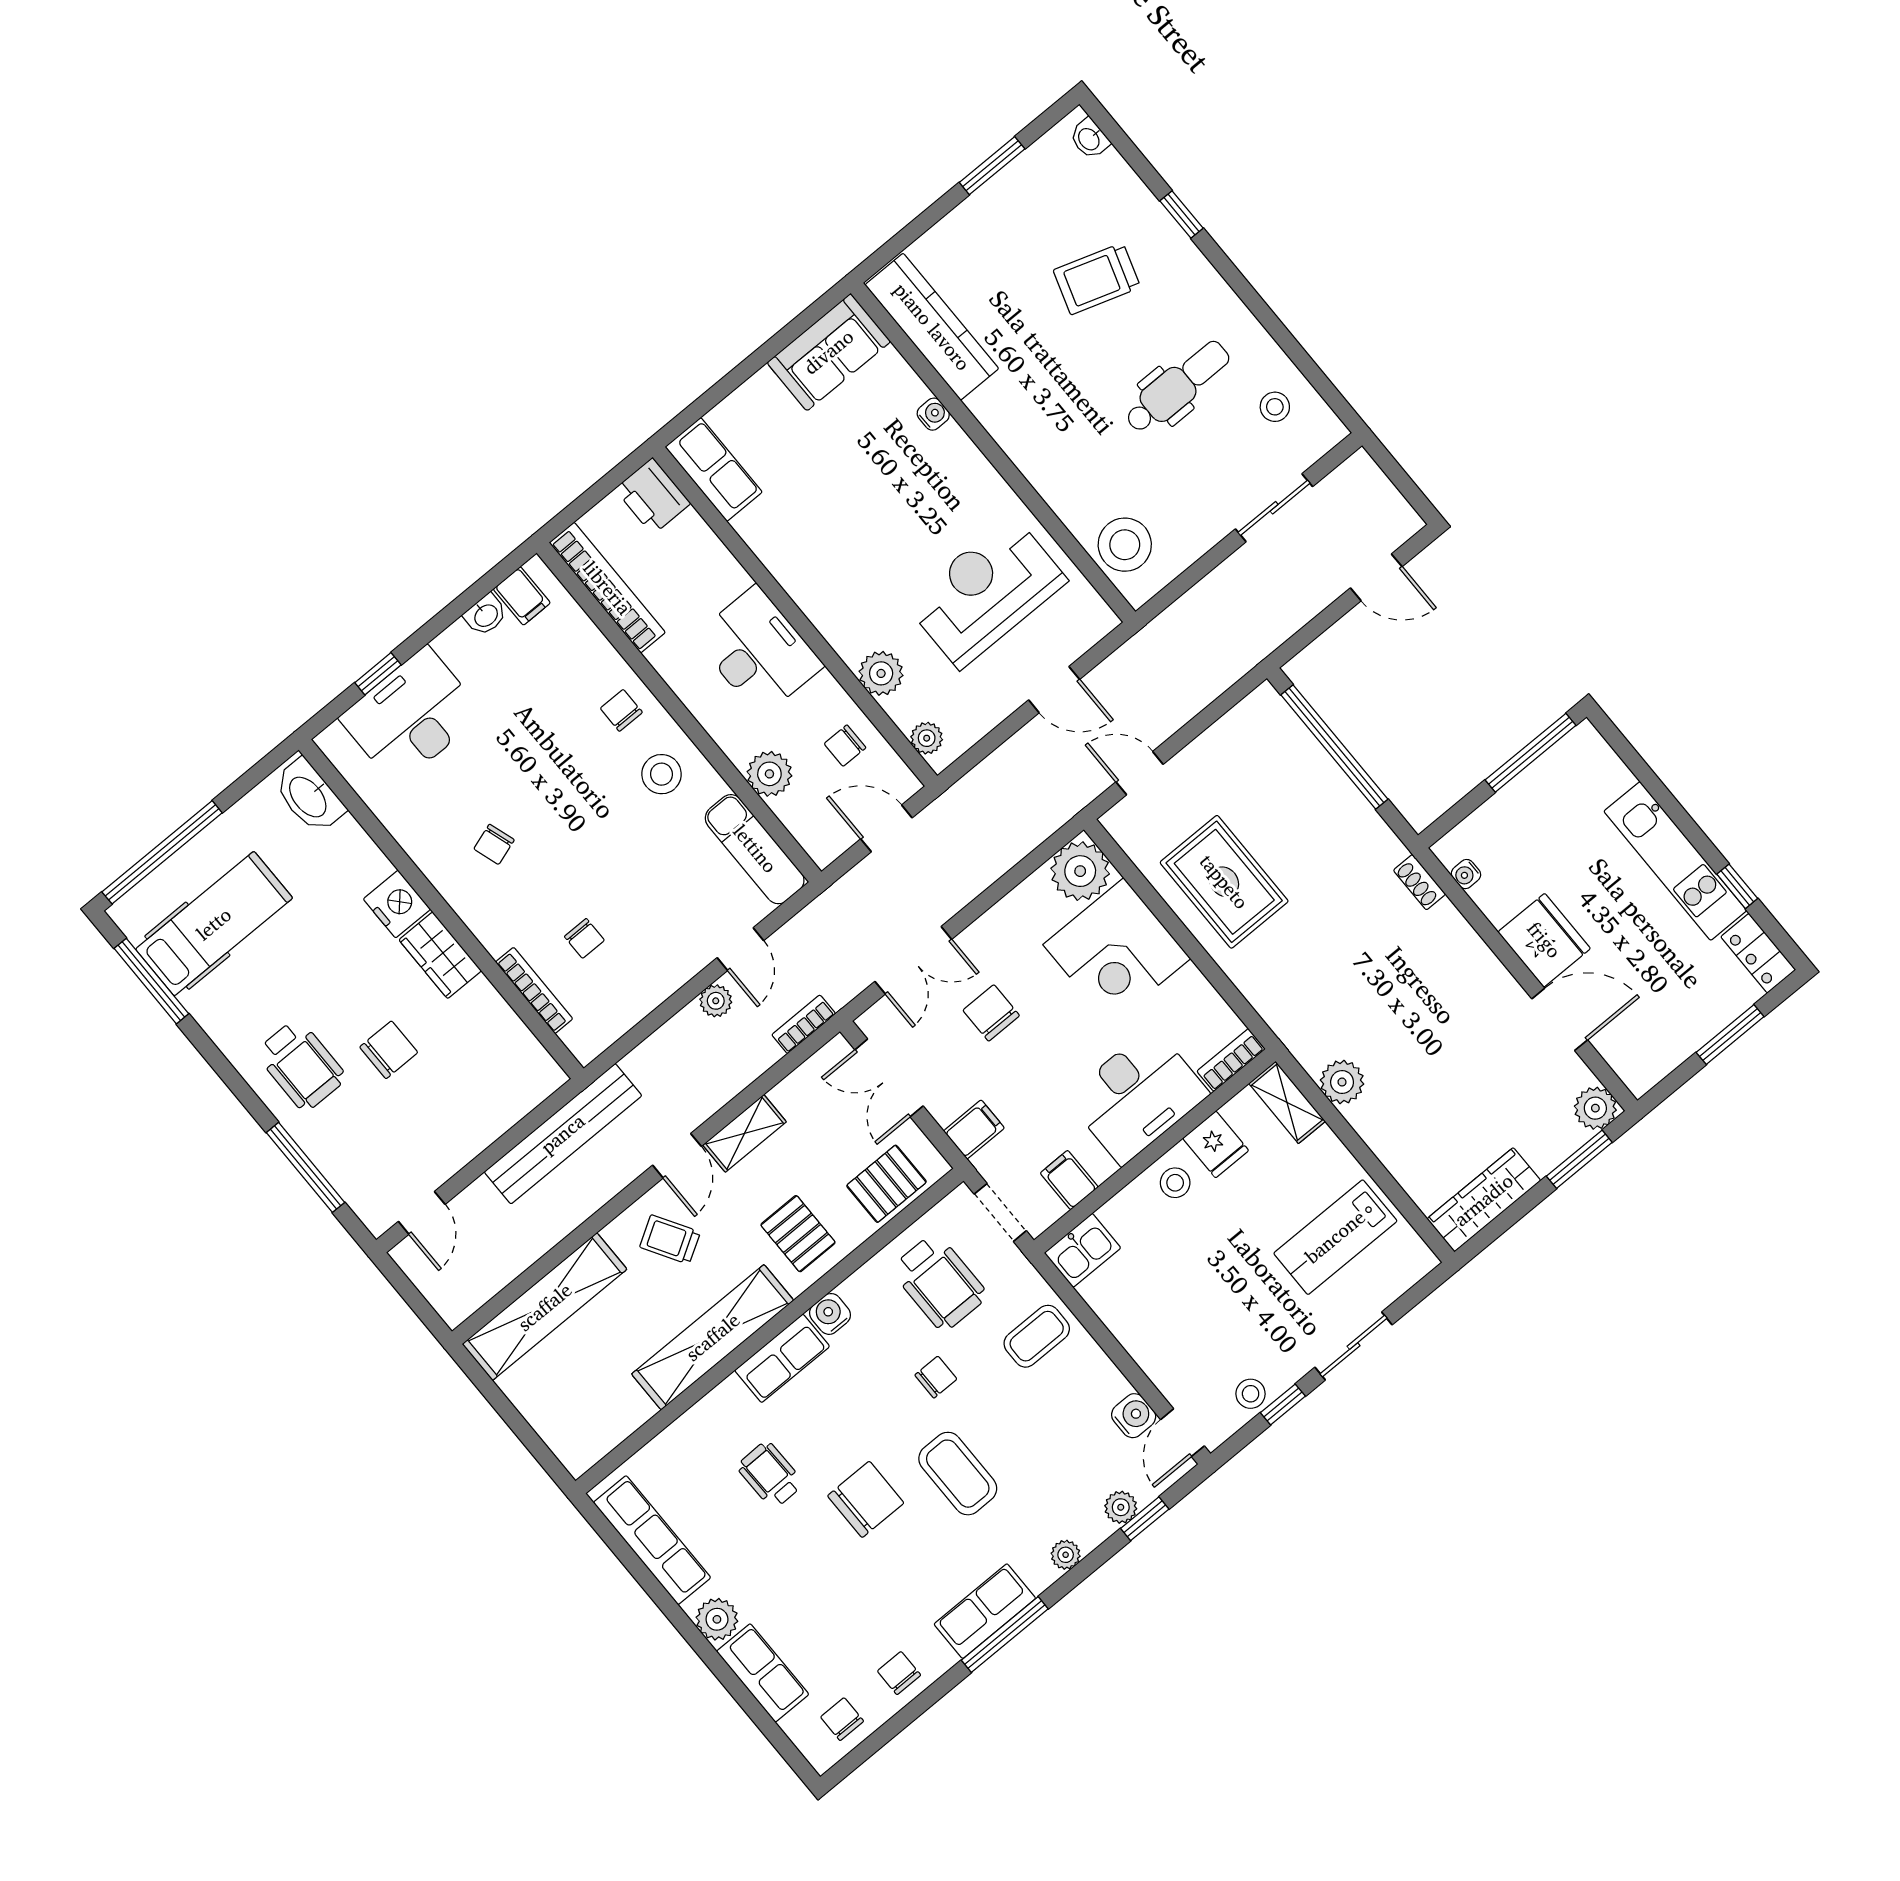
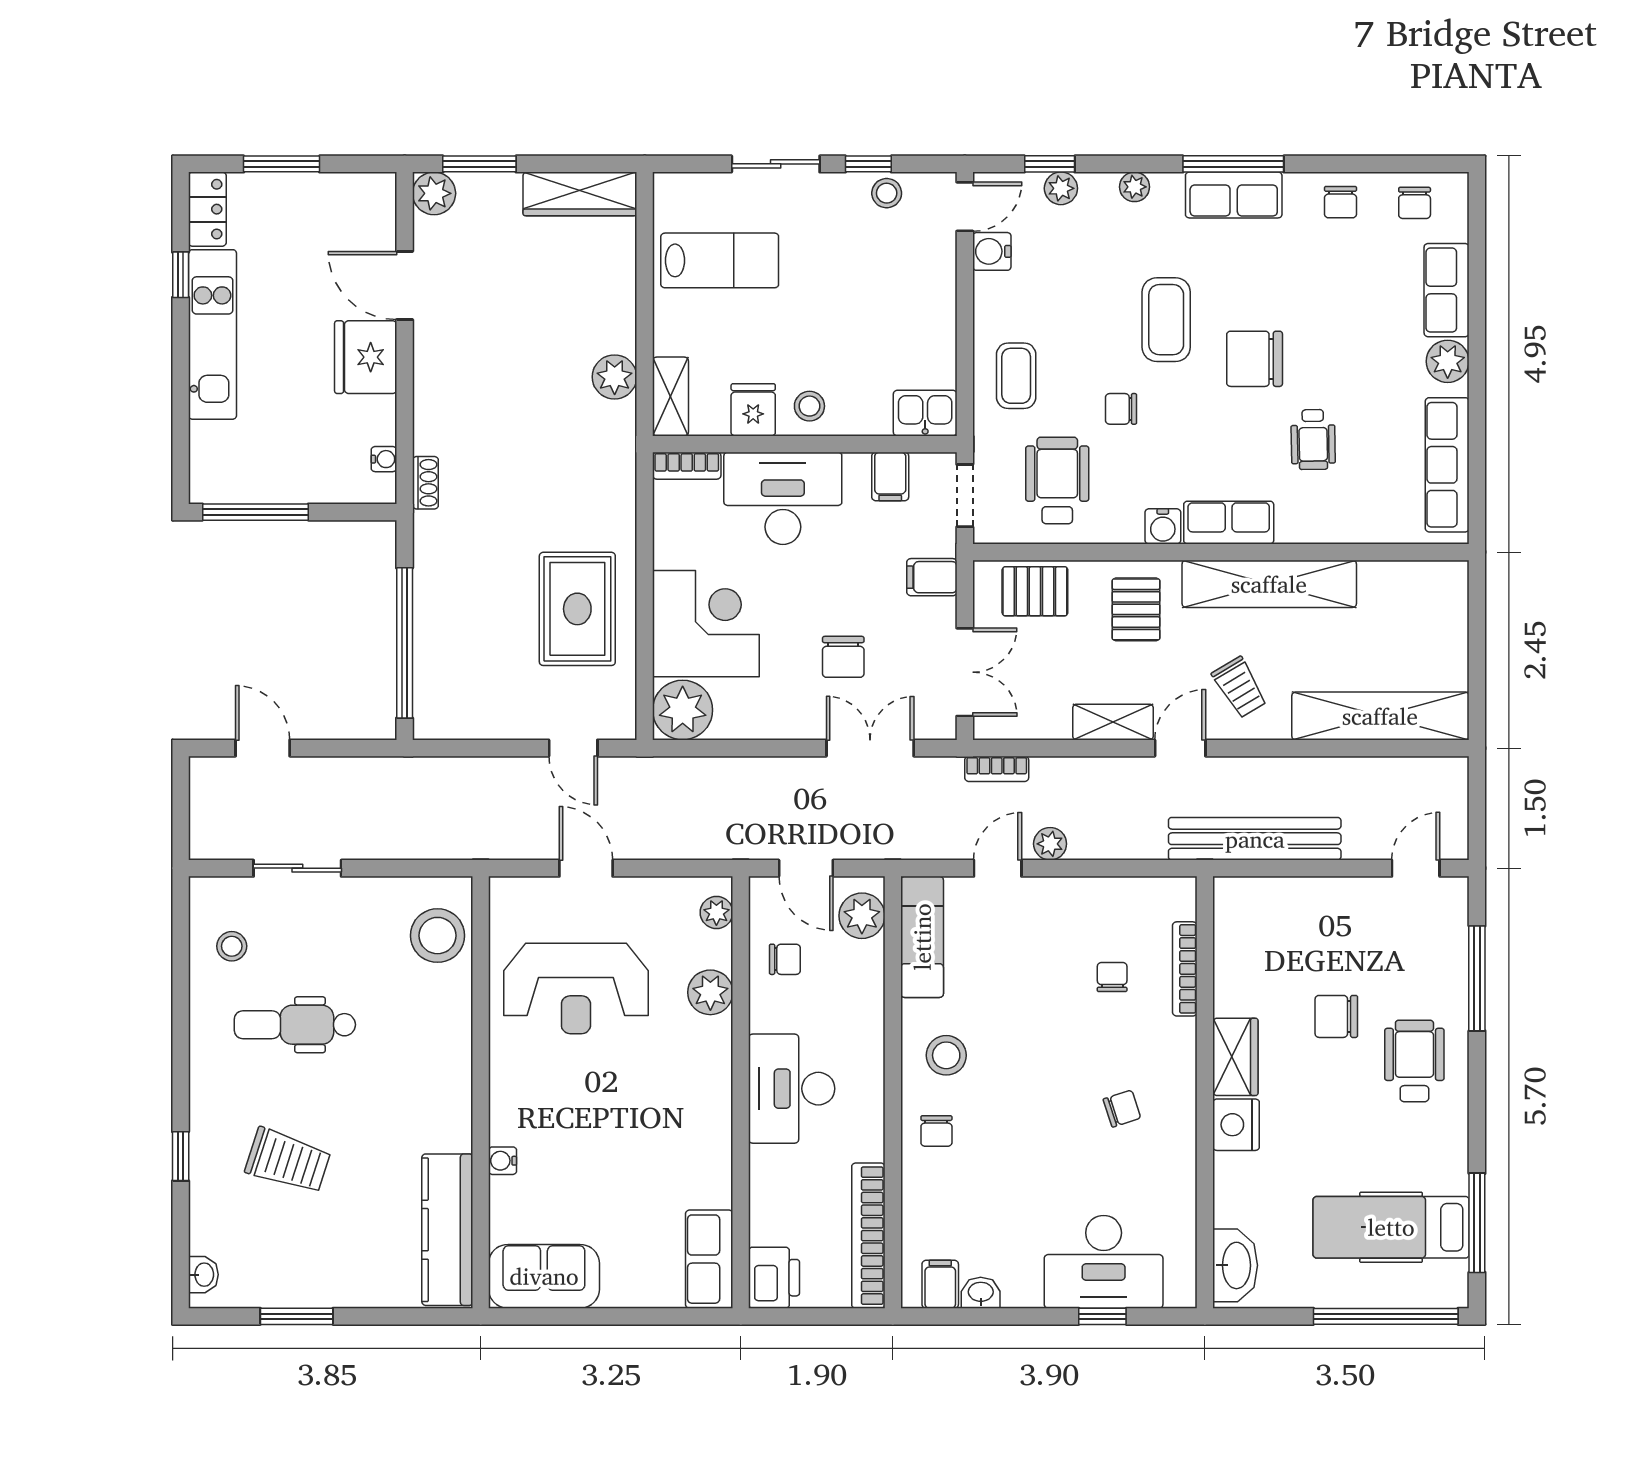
plant: (769, 774) -> (862, 916), moved
coffee table: (1037, 1336) -> (1016, 376), turned 90

